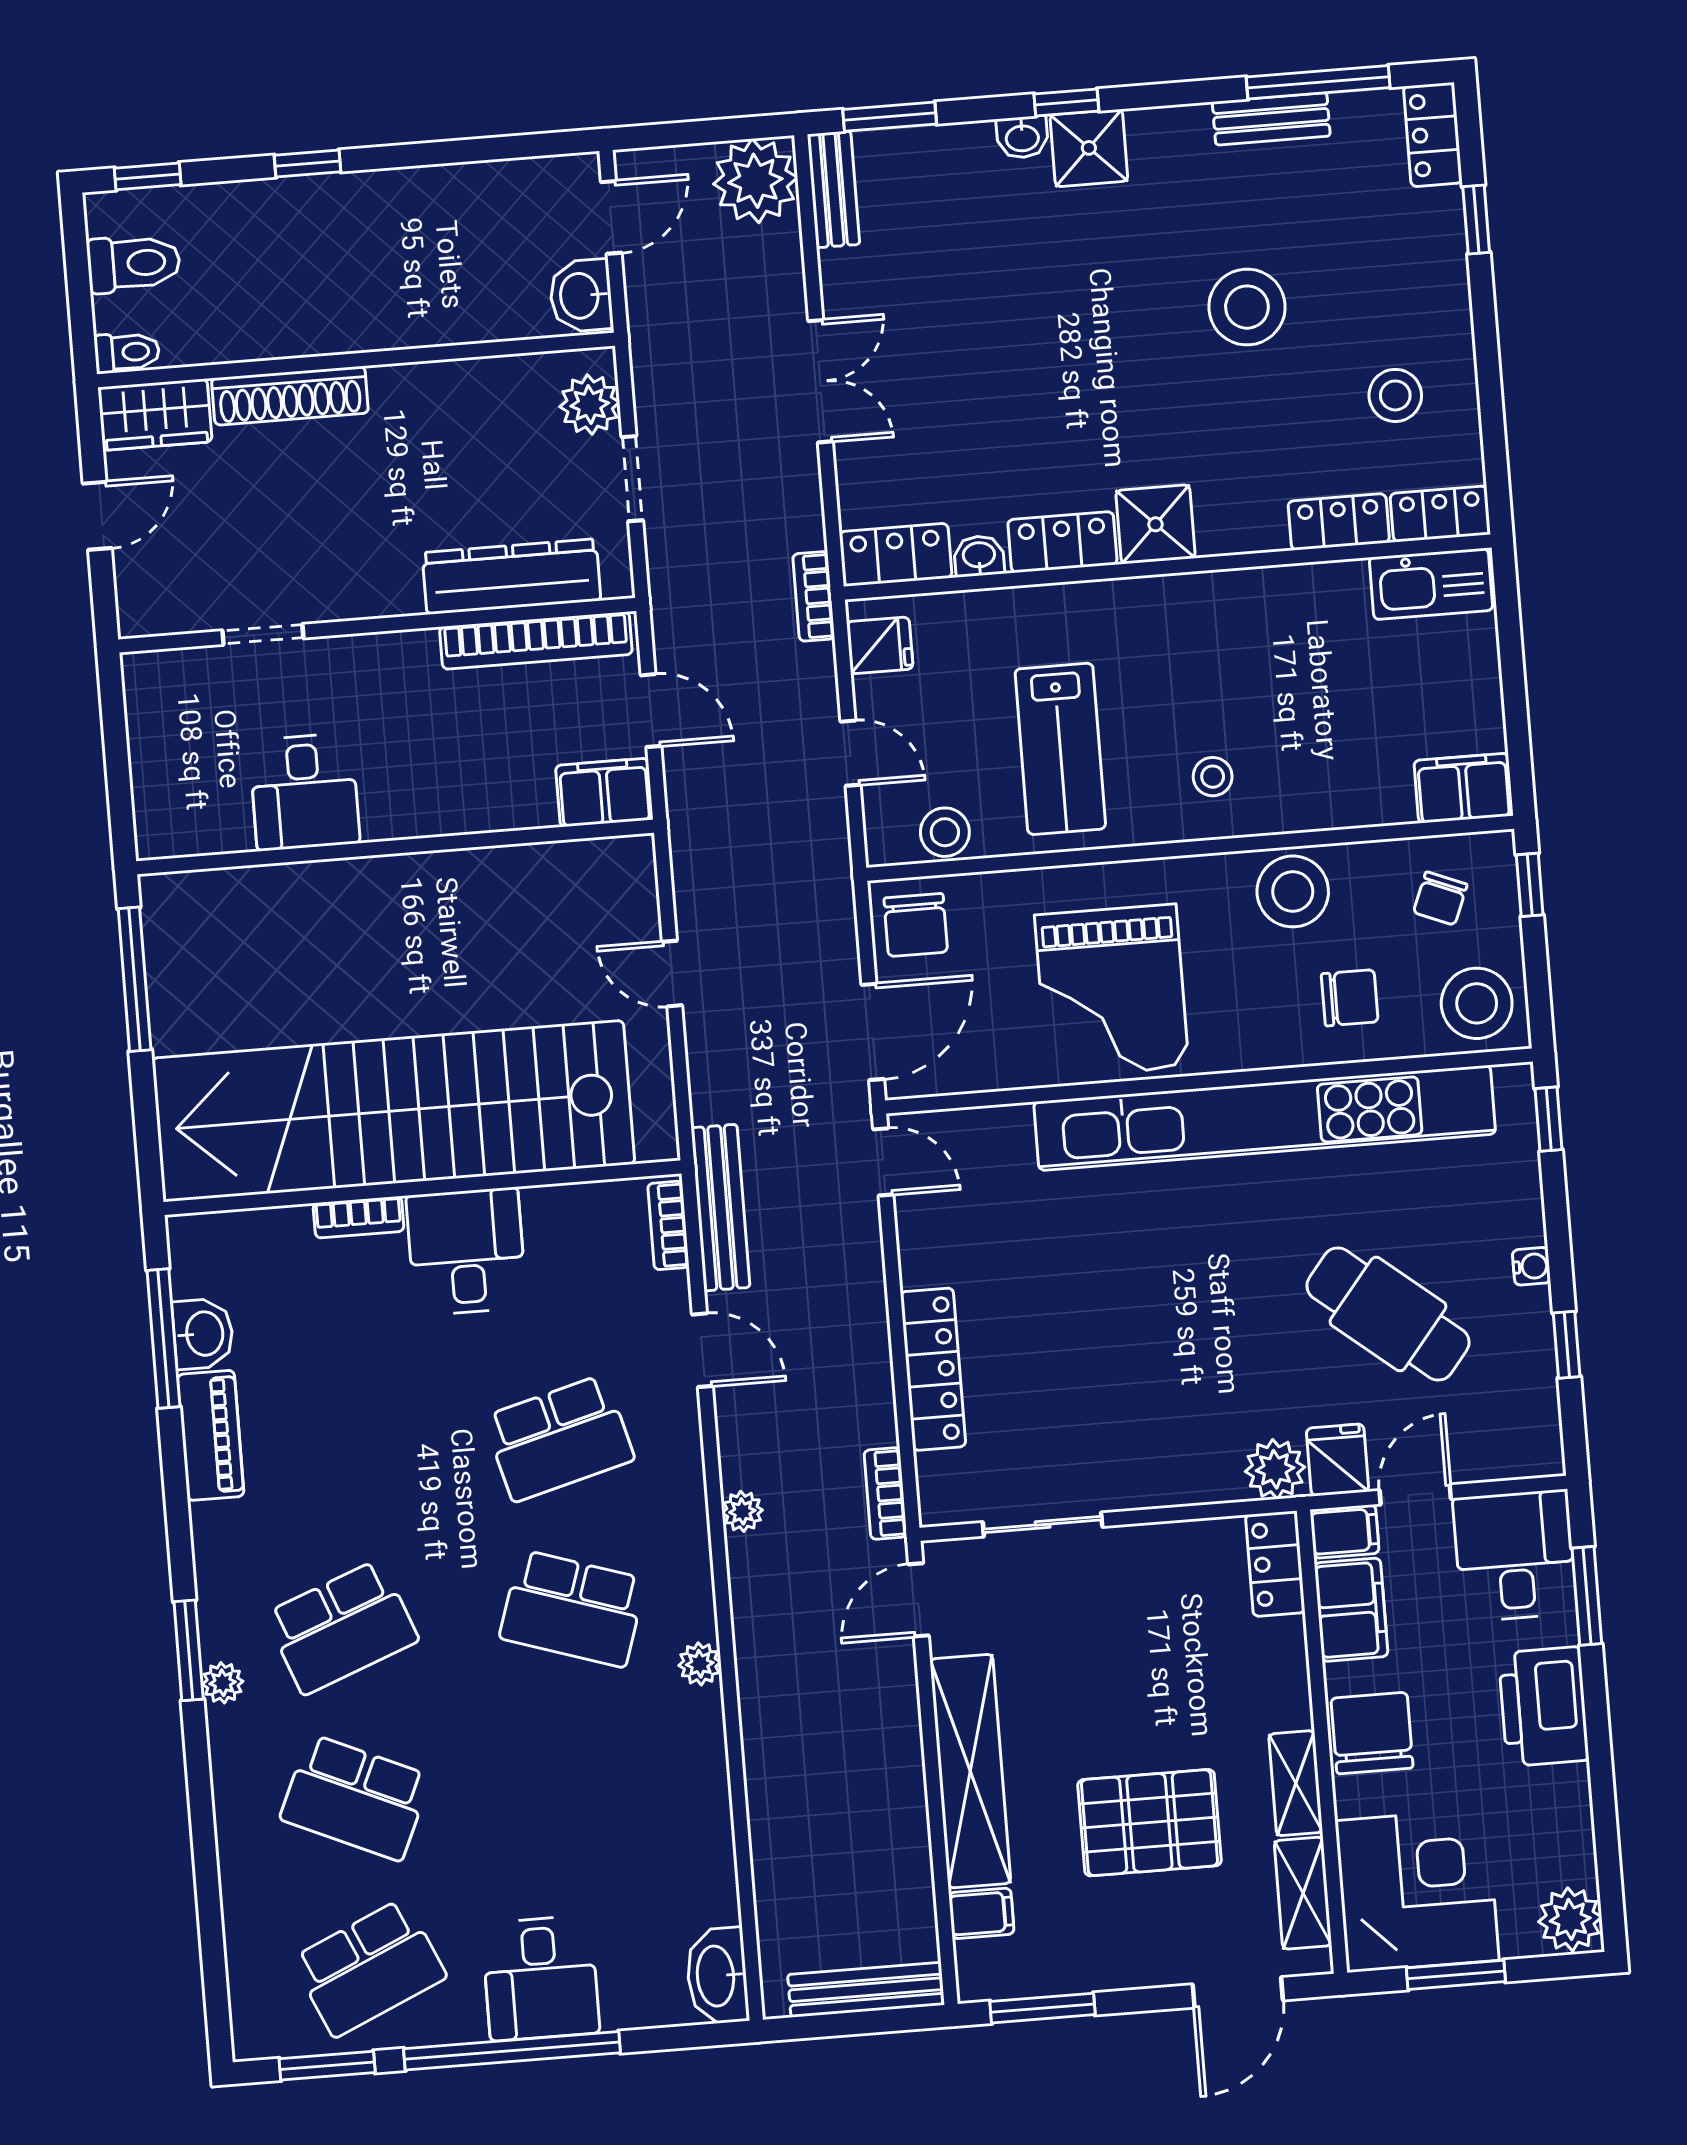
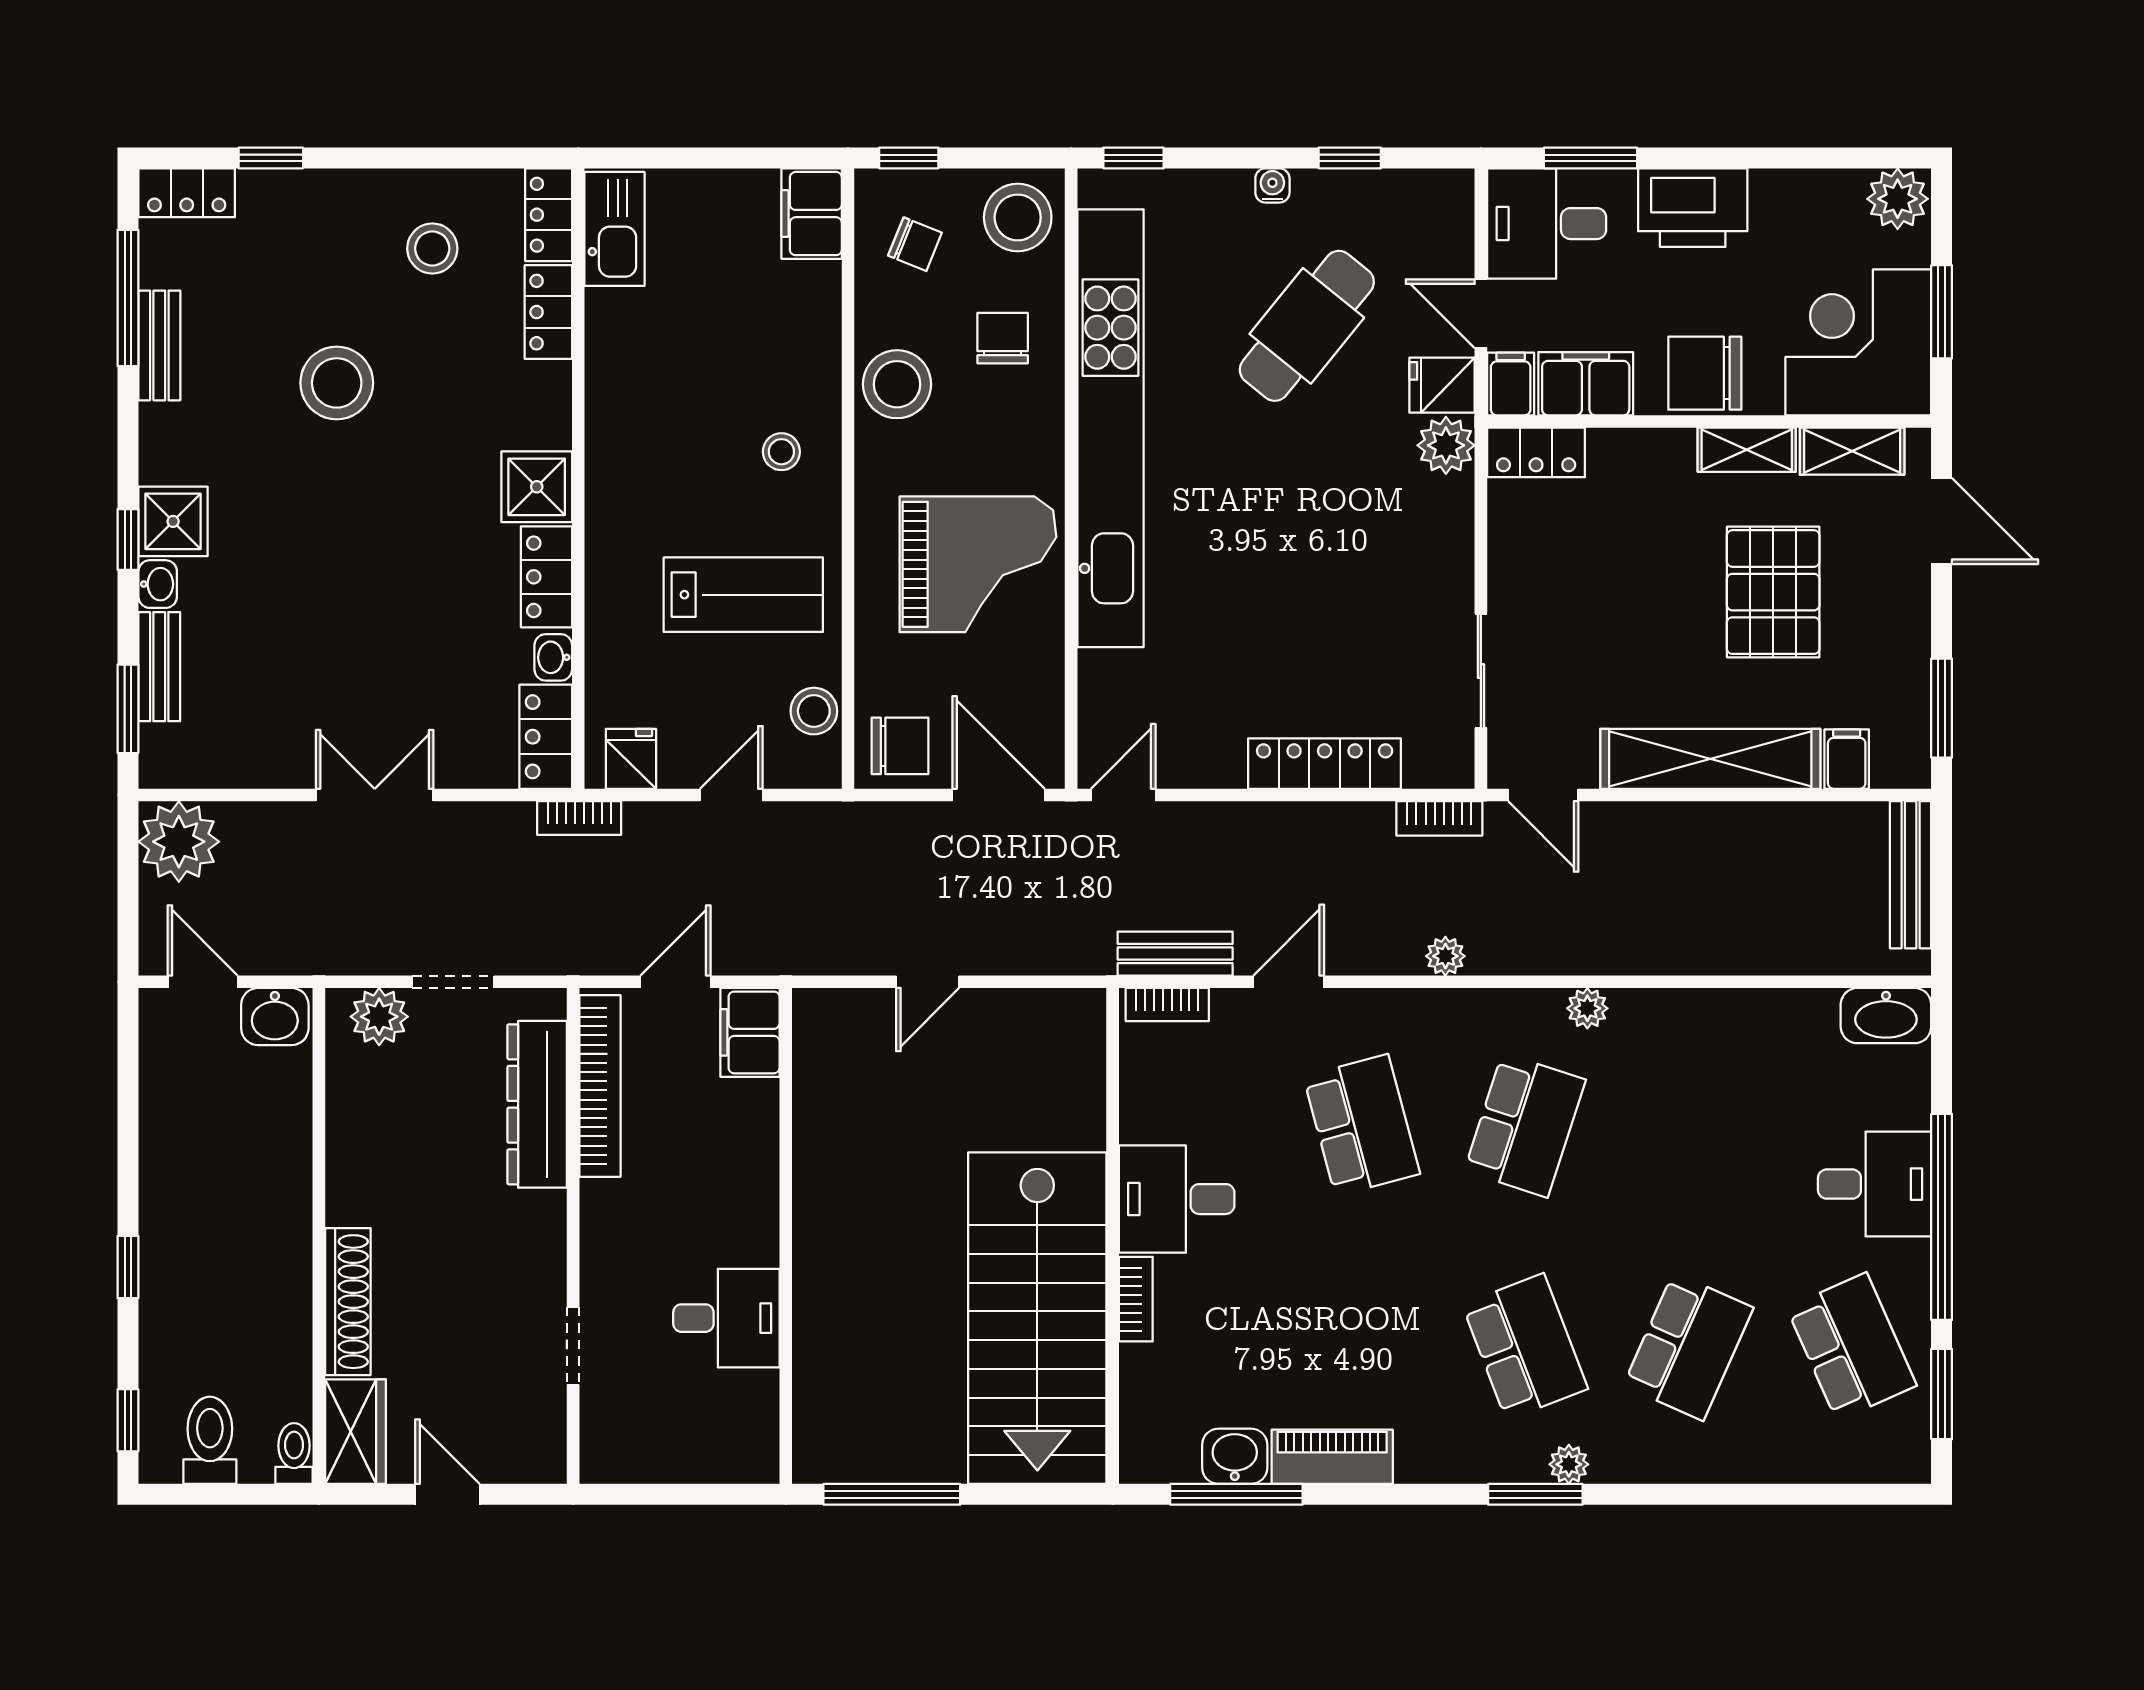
bench: (833, 189) -> (159, 667), moved, turned 90
stairs: (393, 1111) -> (1037, 1318), width x0.73
bench: (720, 1208) -> (1175, 954), width x0.73

